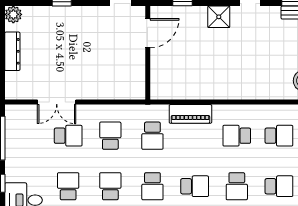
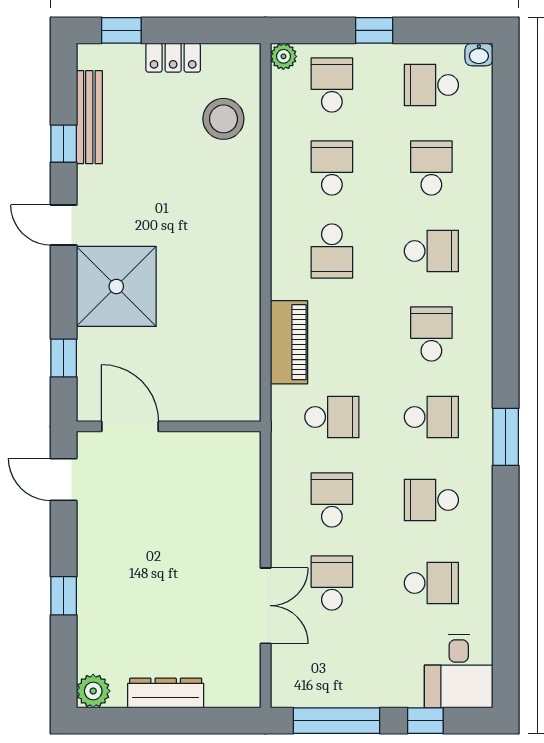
shower: (219, 17) -> (116, 286), width x1.86, depth x1.86
school desk: (110, 136) -> (332, 500), turned 90
school desk: (68, 186) -> (431, 583), turned 180

